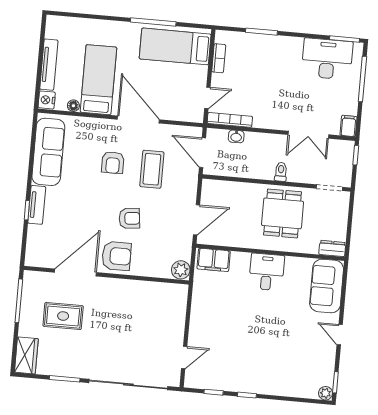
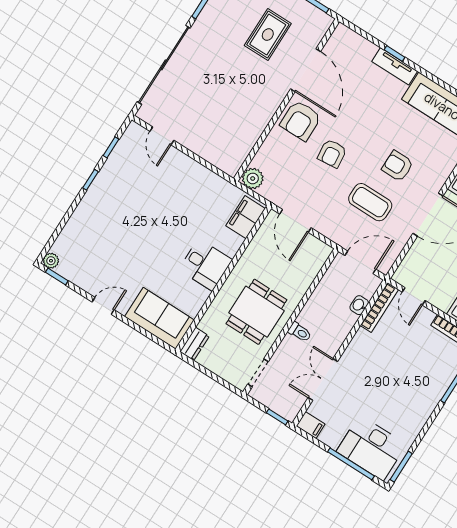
desk: (327, 59) -> (371, 448), moved, turned 90
dining table: (283, 213) -> (256, 312), turned 90

